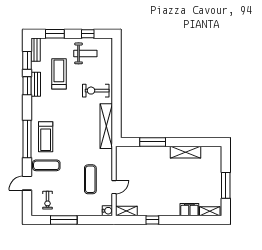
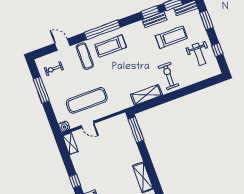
shelving: (106, 126) -> (147, 95), width x0.68
window: (153, 142) -> (136, 130), moved
exercise mat: (90, 179) -> (87, 100), width x1.36, depth x1.45
window: (152, 220) -> (75, 181), moved

